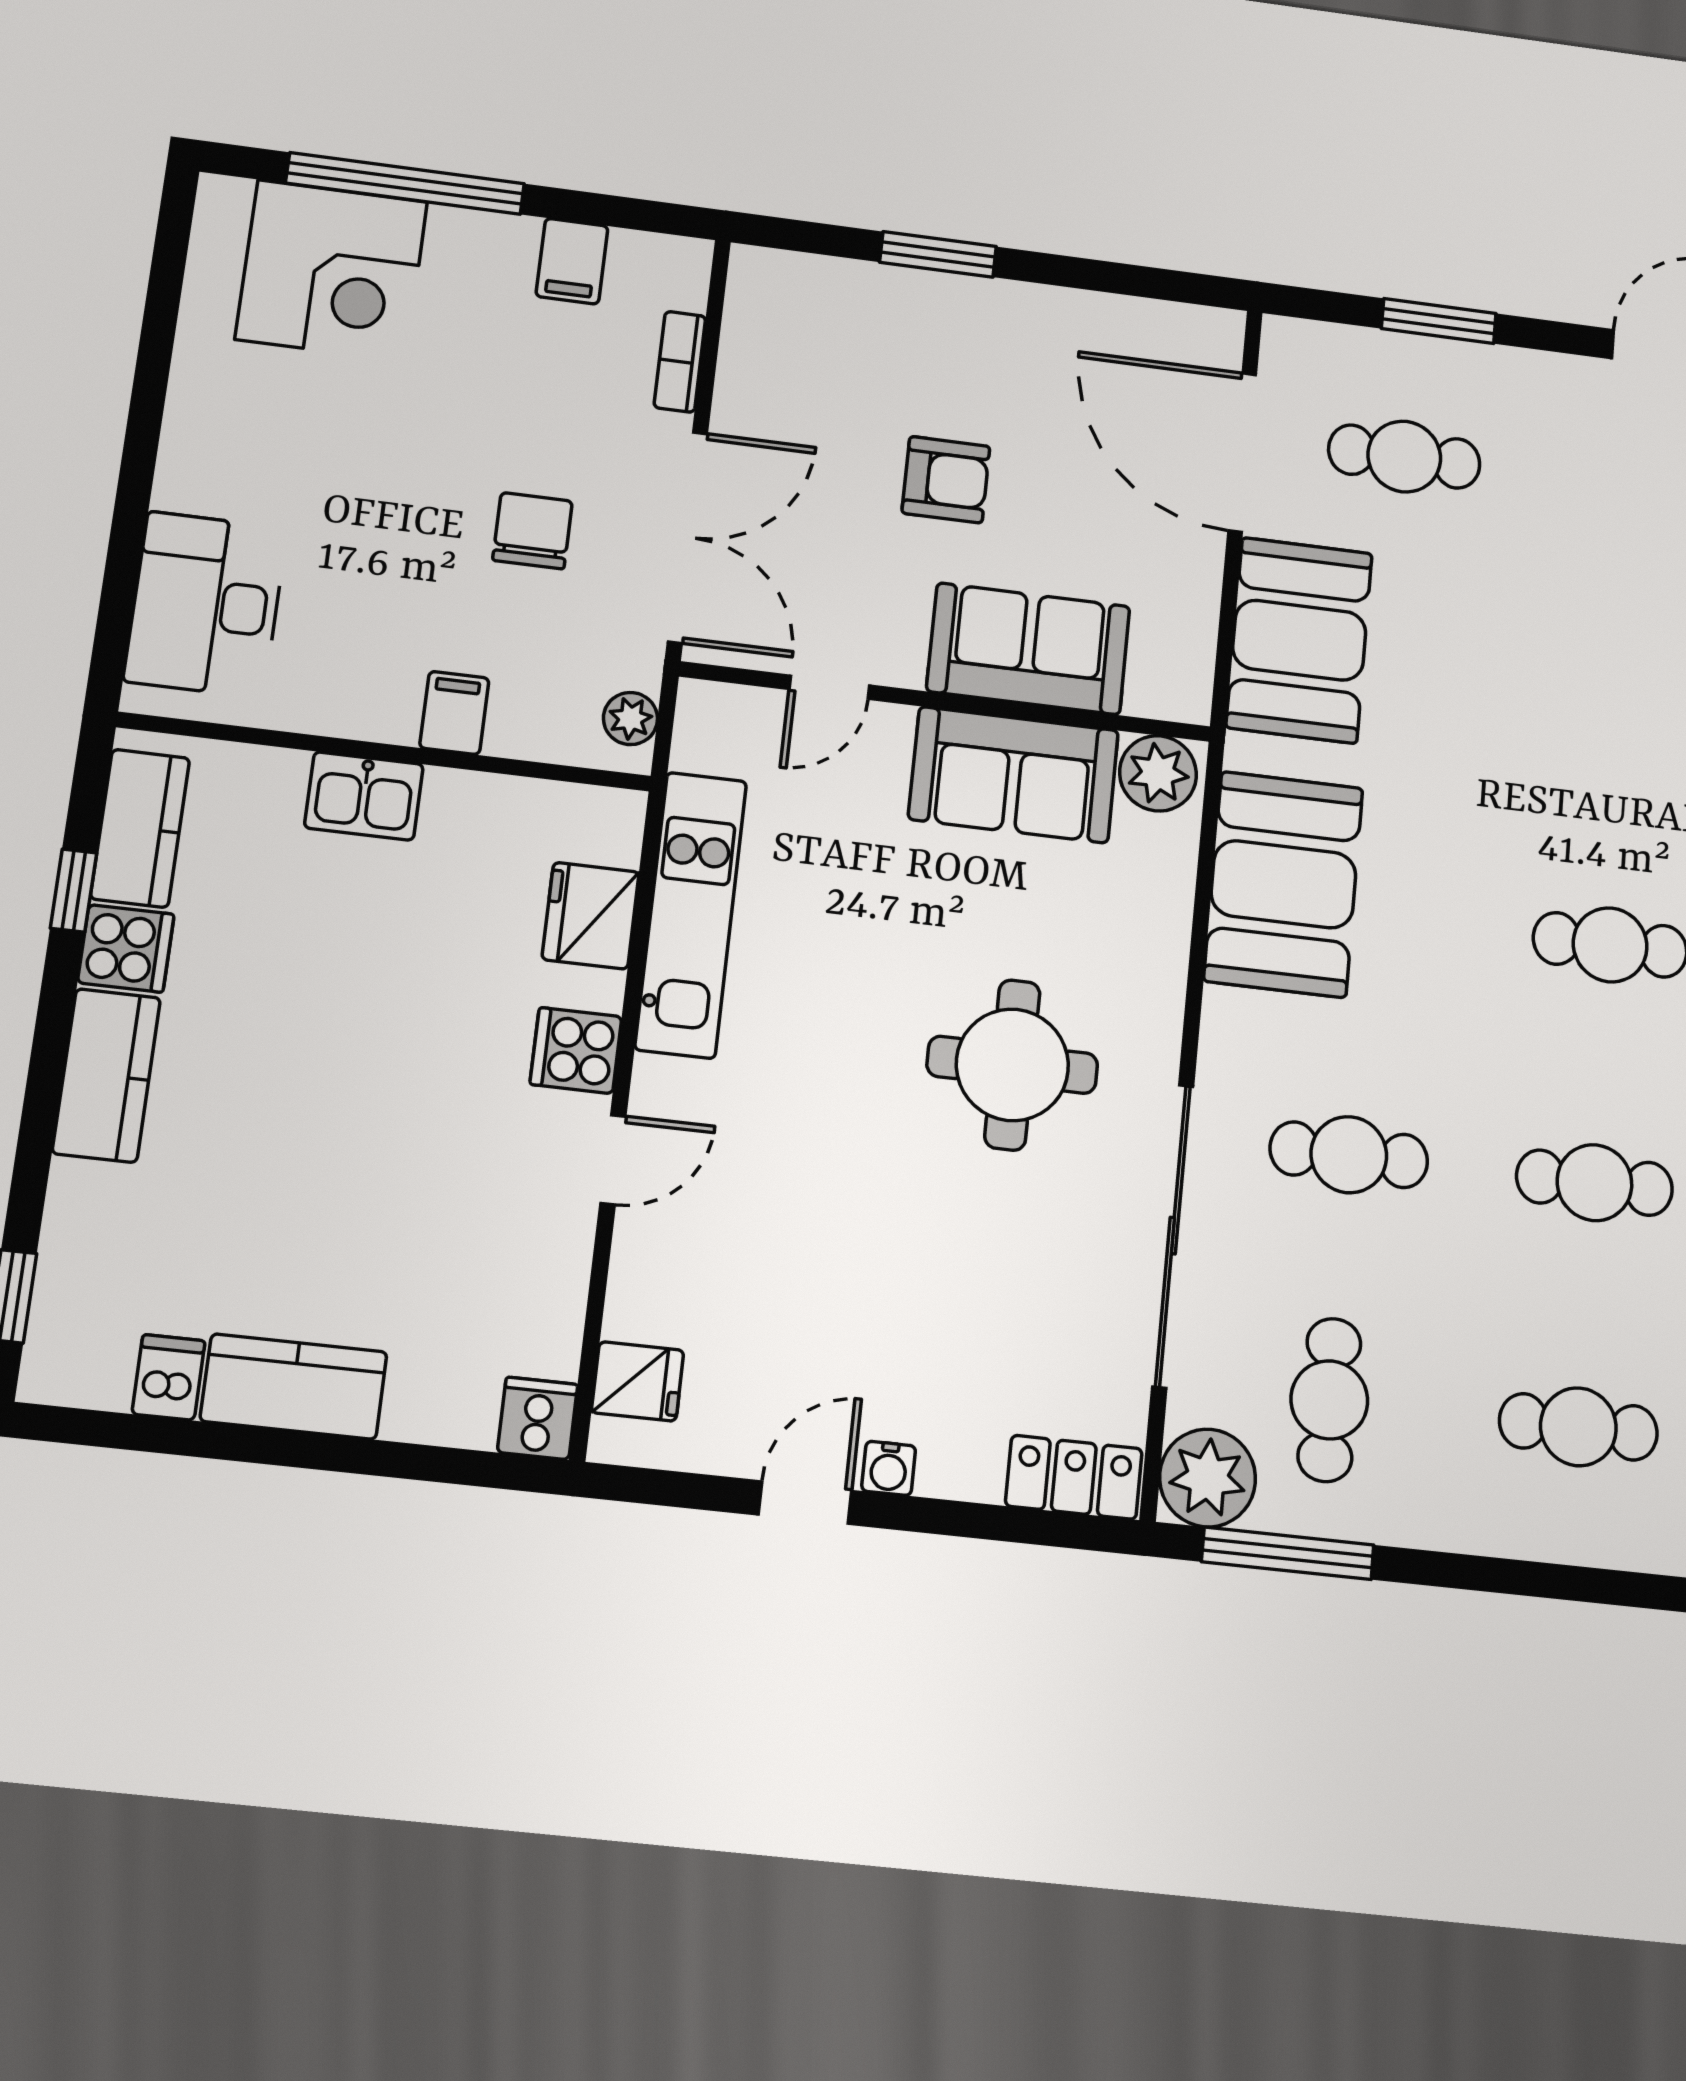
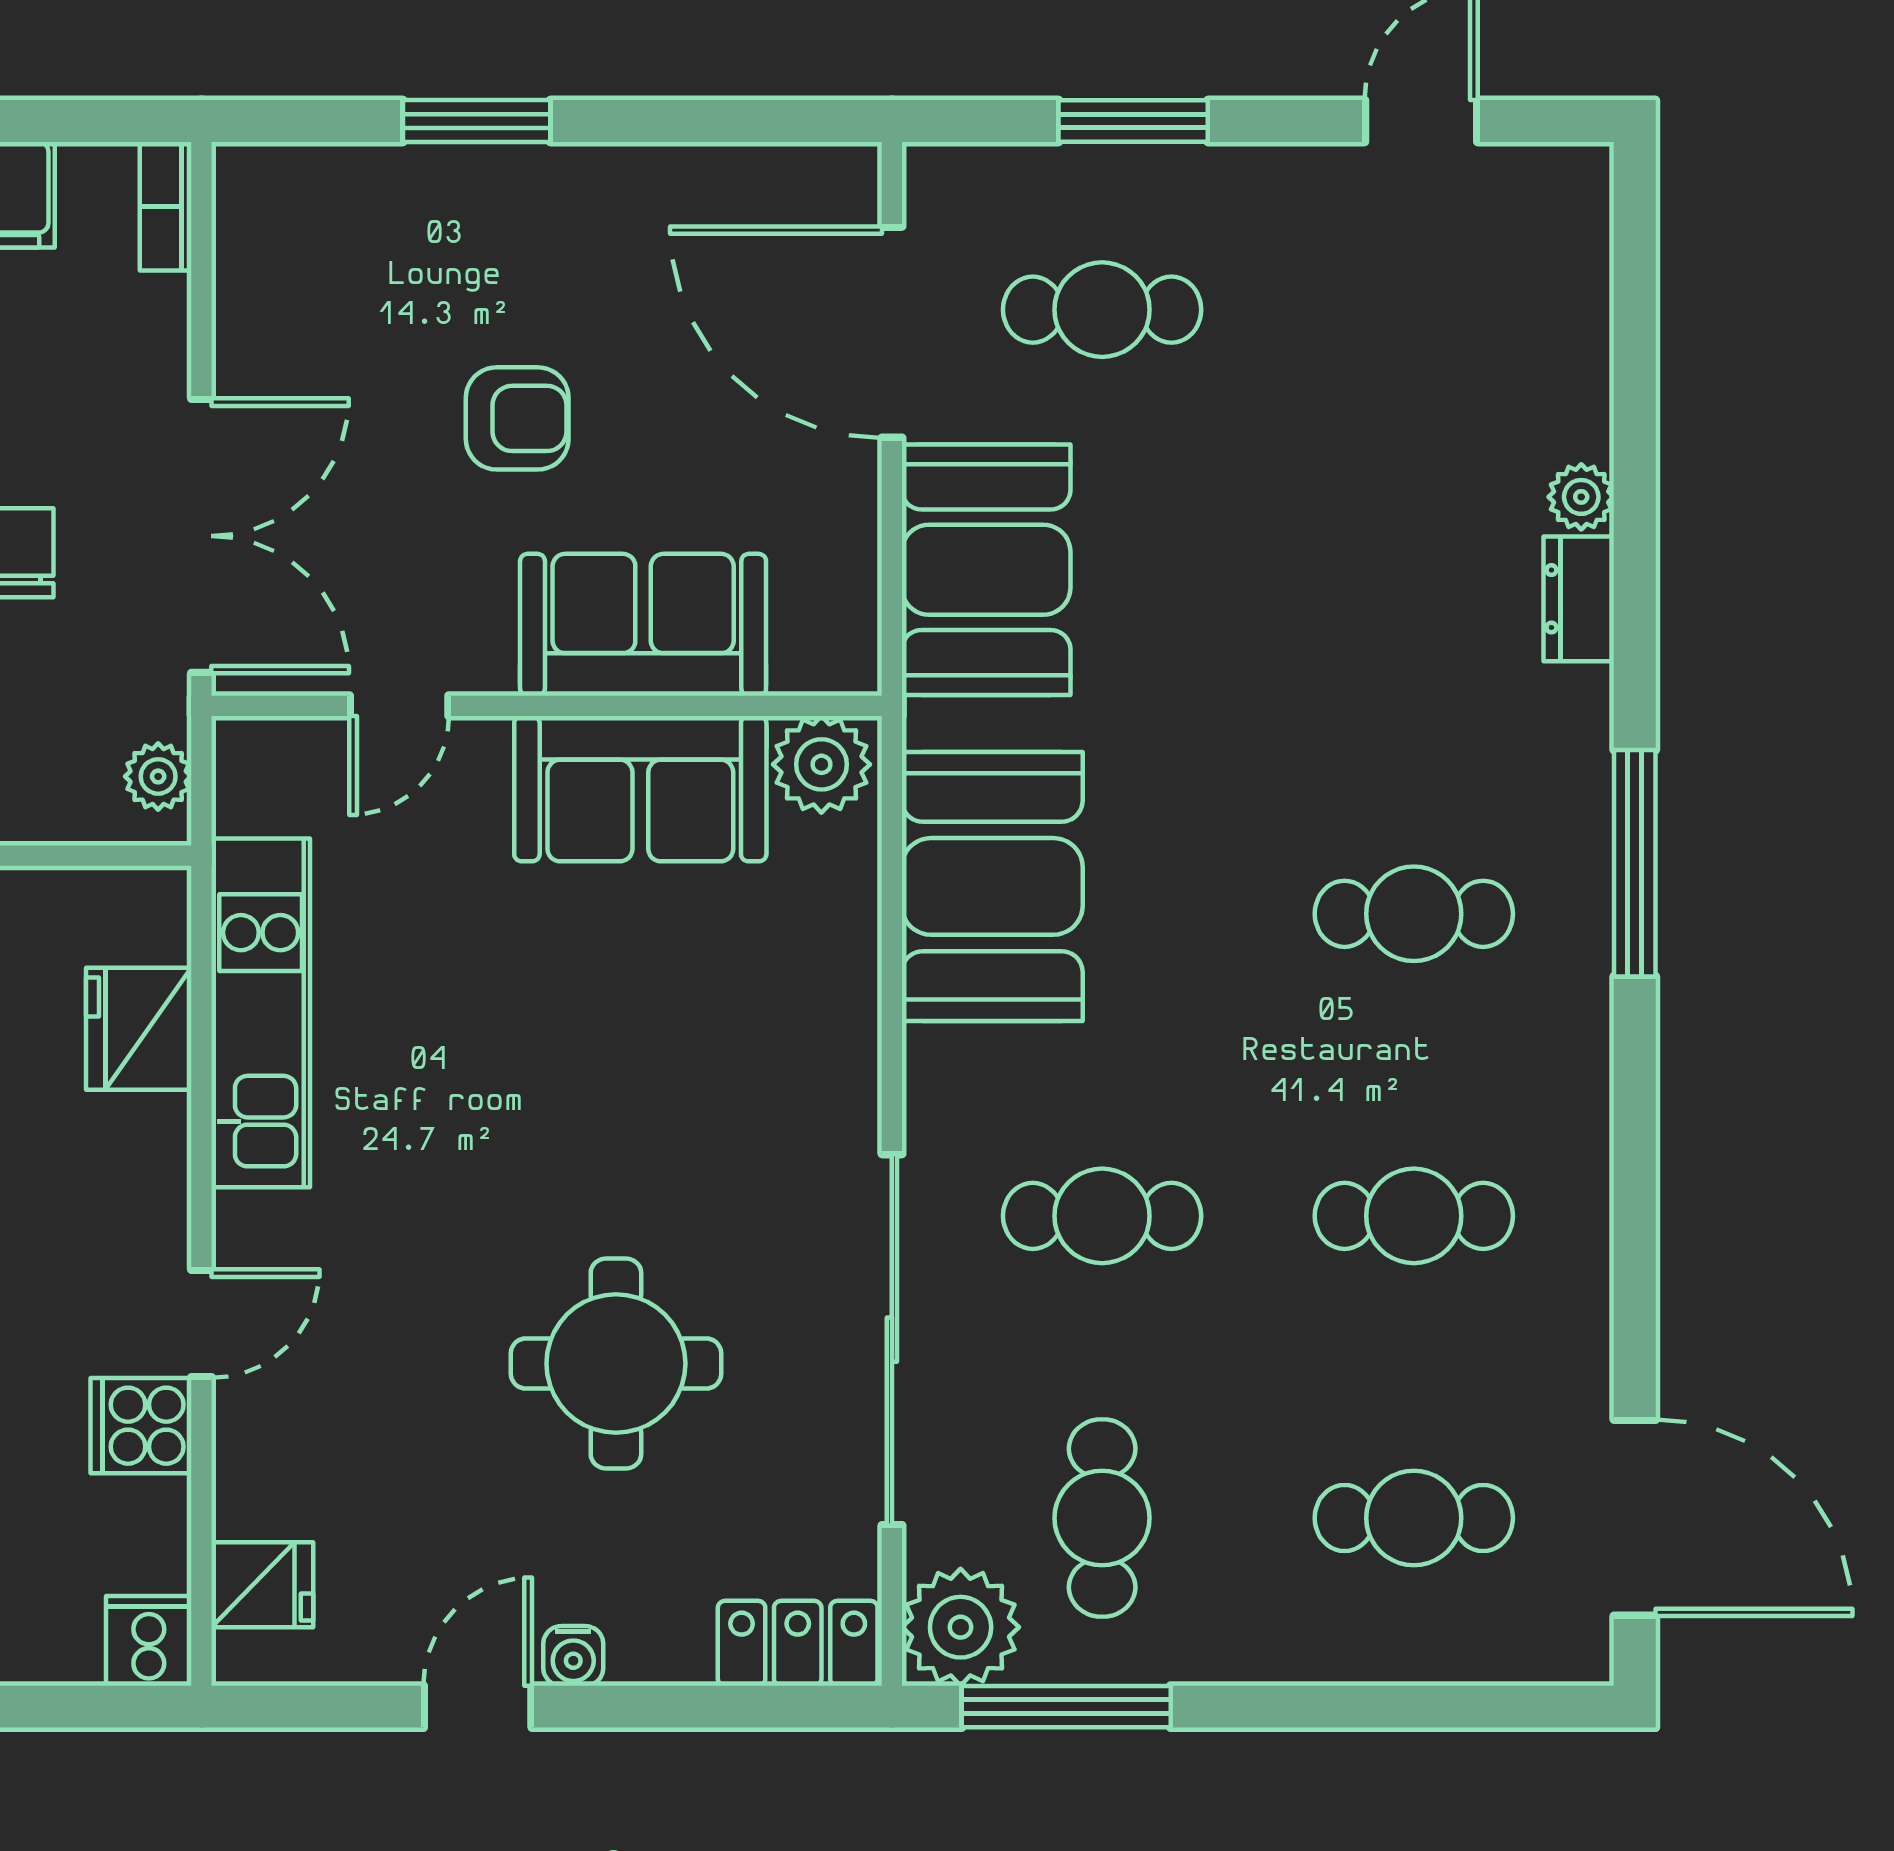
bookcase: (680, 362) -> (166, 206), moved
cooker: (576, 1051) -> (141, 1426), moved
round table: (1012, 1065) -> (616, 1364), moved

